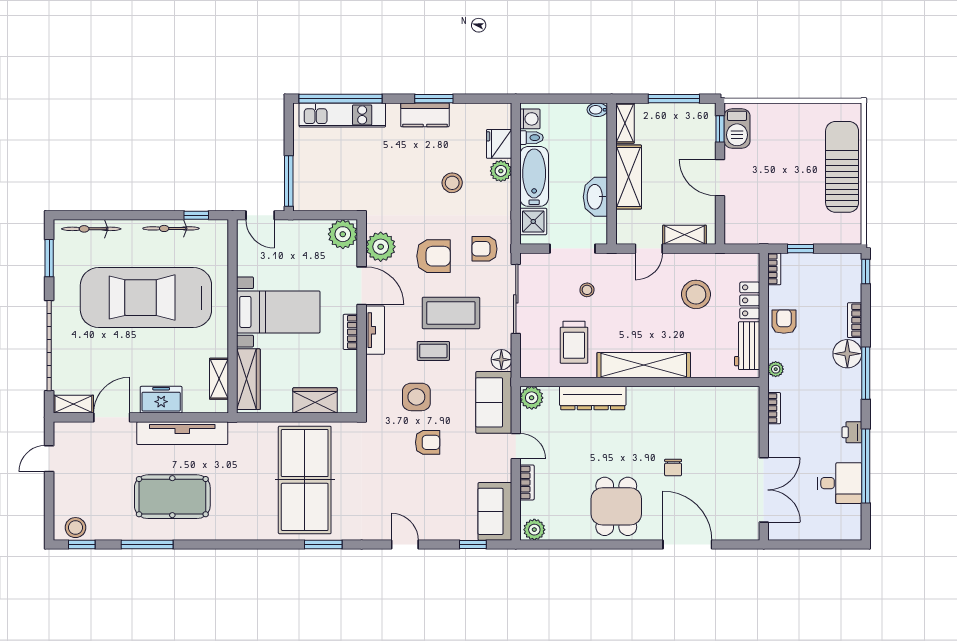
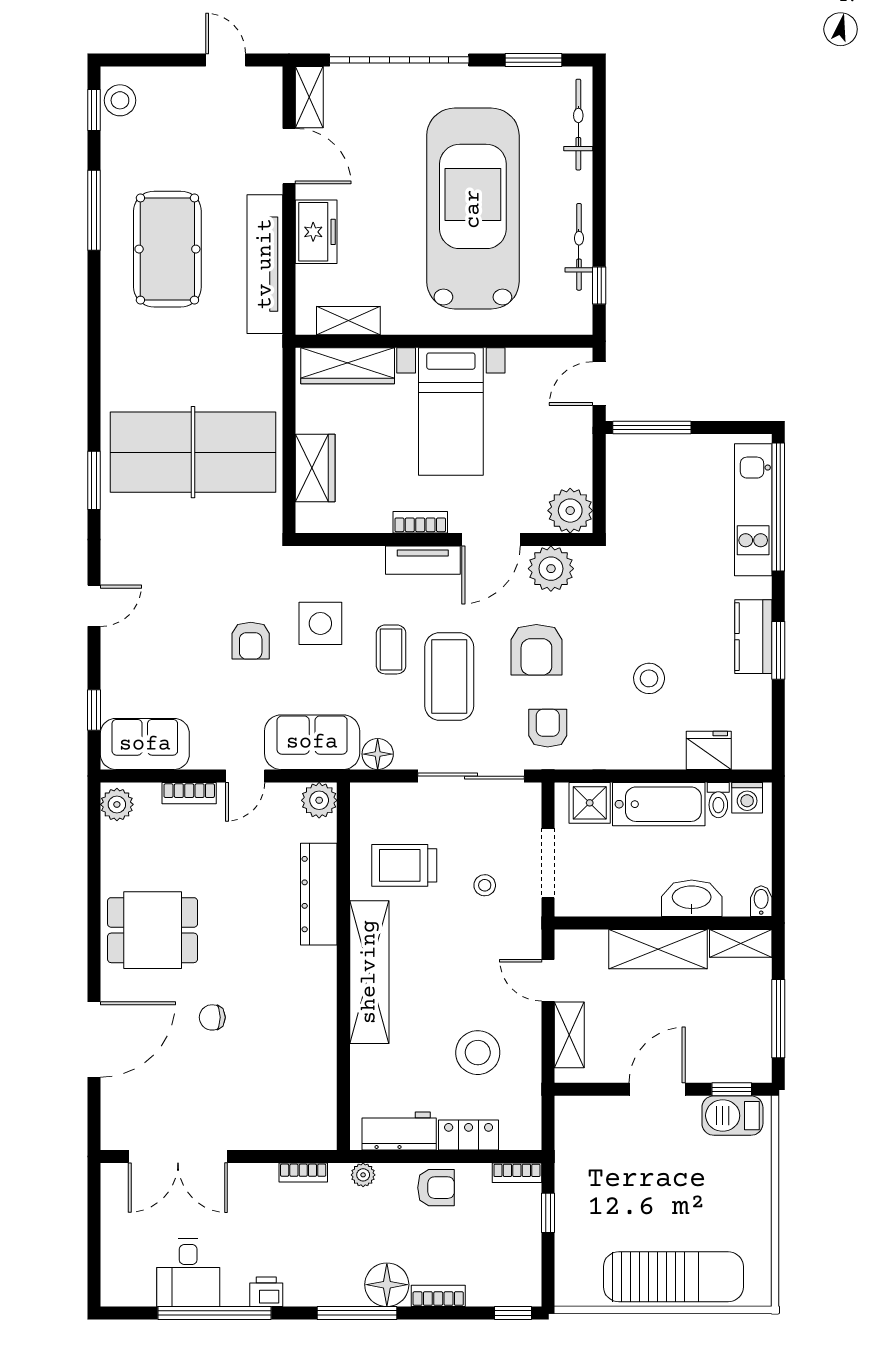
plant: (501, 171) -> (667, 753), removed
washbasin: (595, 197) -> (692, 898), moved

